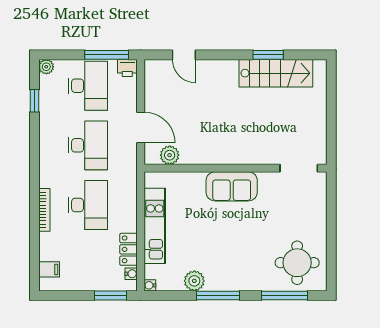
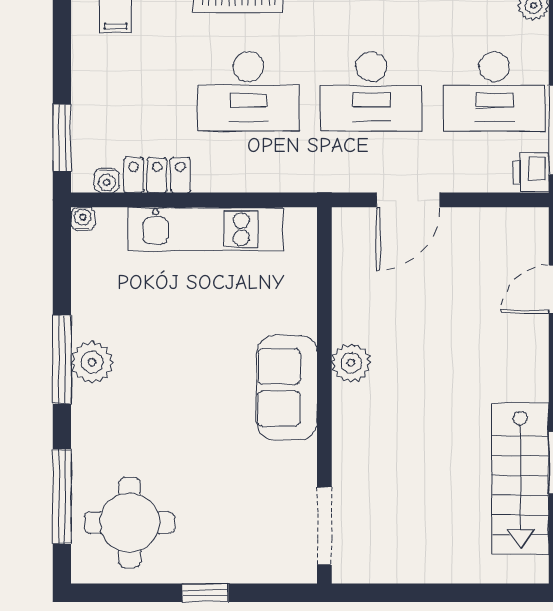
plant: (170, 155) -> (351, 363), moved
window: (331, 226) -> (205, 593), added
plant: (194, 281) -> (92, 362), moved

